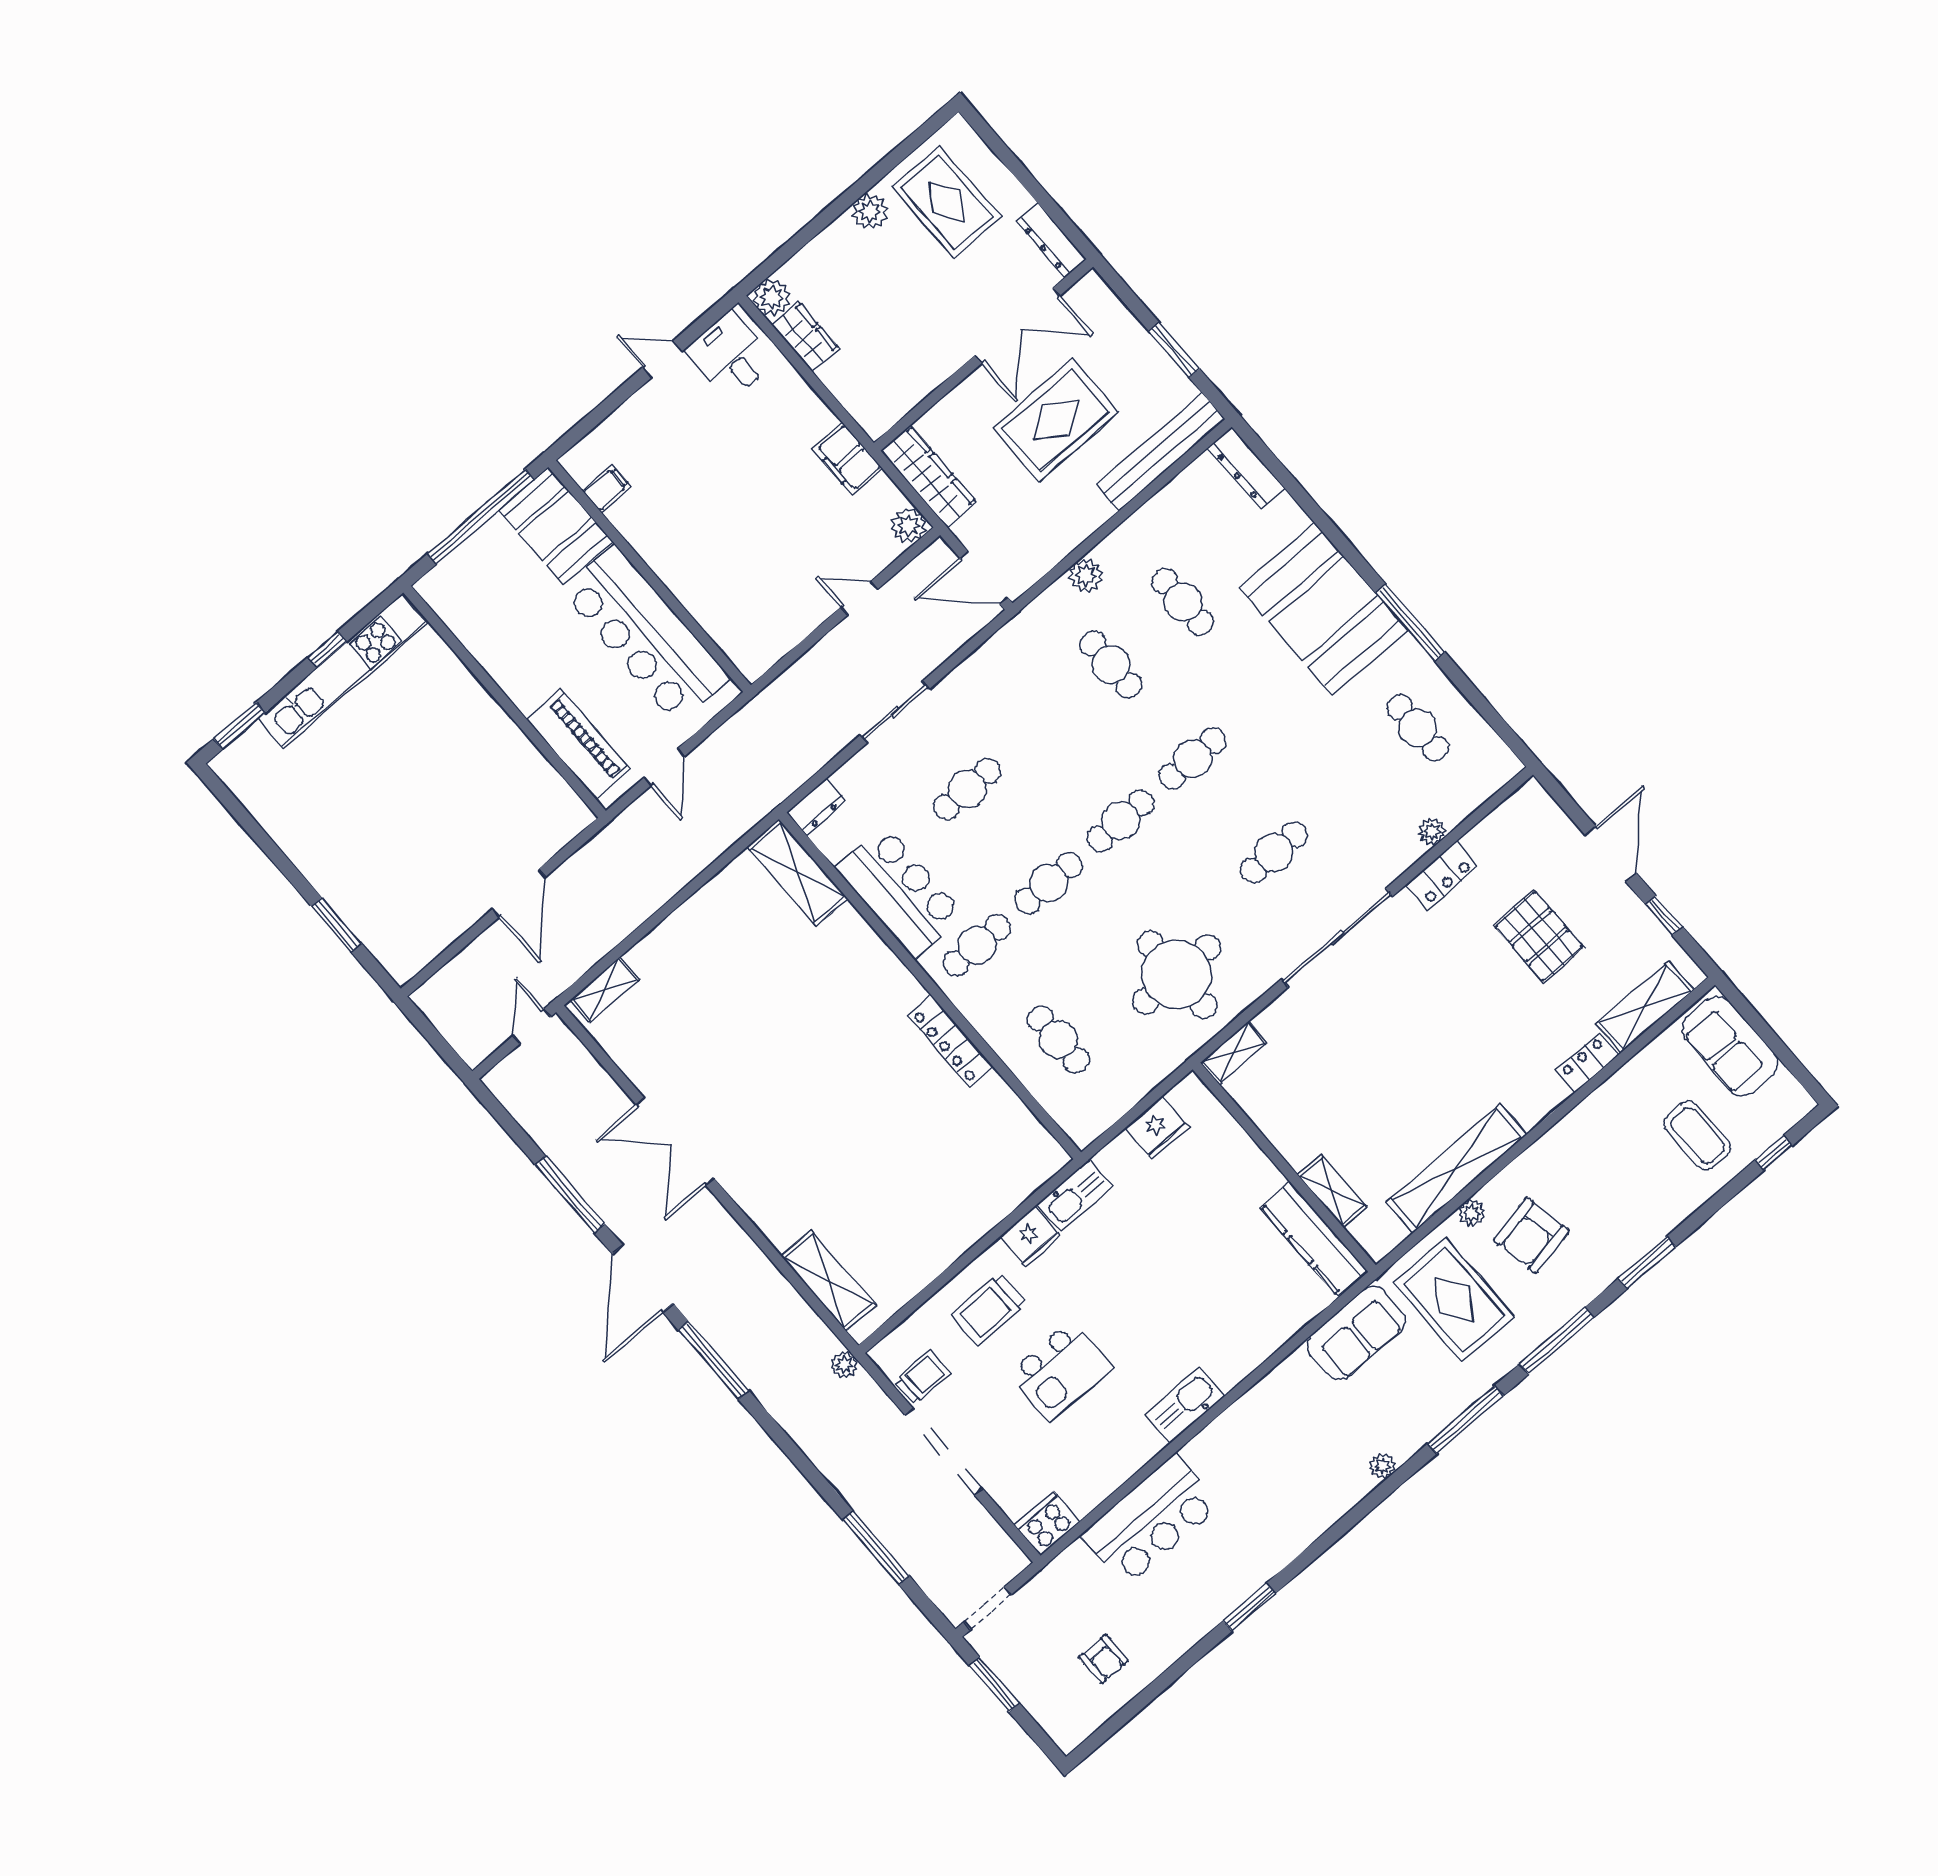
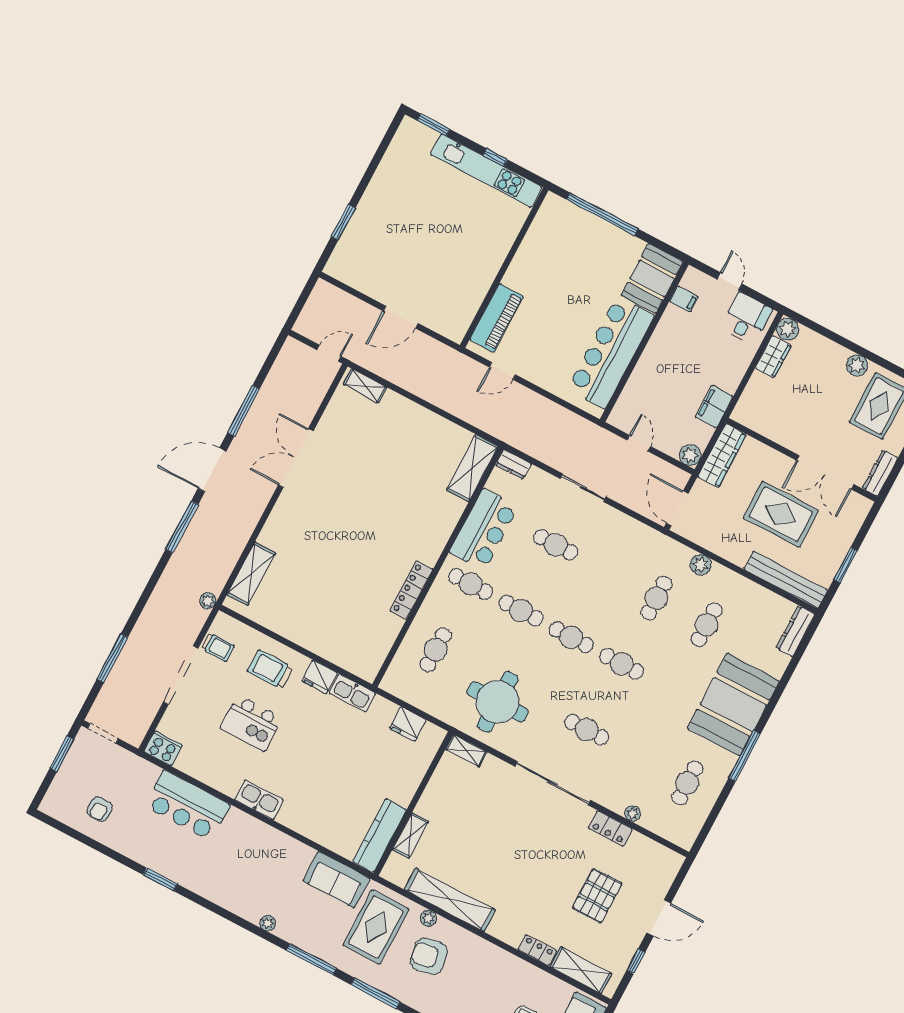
filing cabinet: (607, 489) -> (684, 299), moved
booth: (556, 526) -> (652, 278), moved
wall: (650, 576) -> (644, 342), moved
bar counter: (646, 635) -> (611, 352), moved

